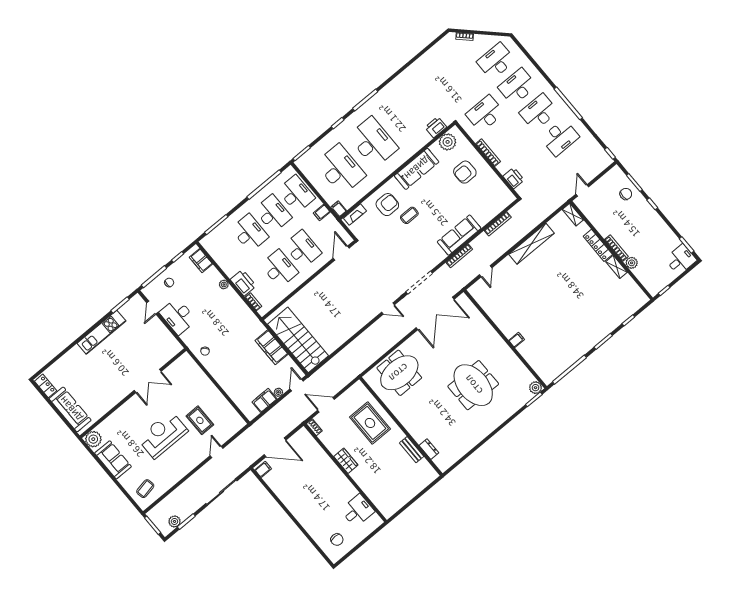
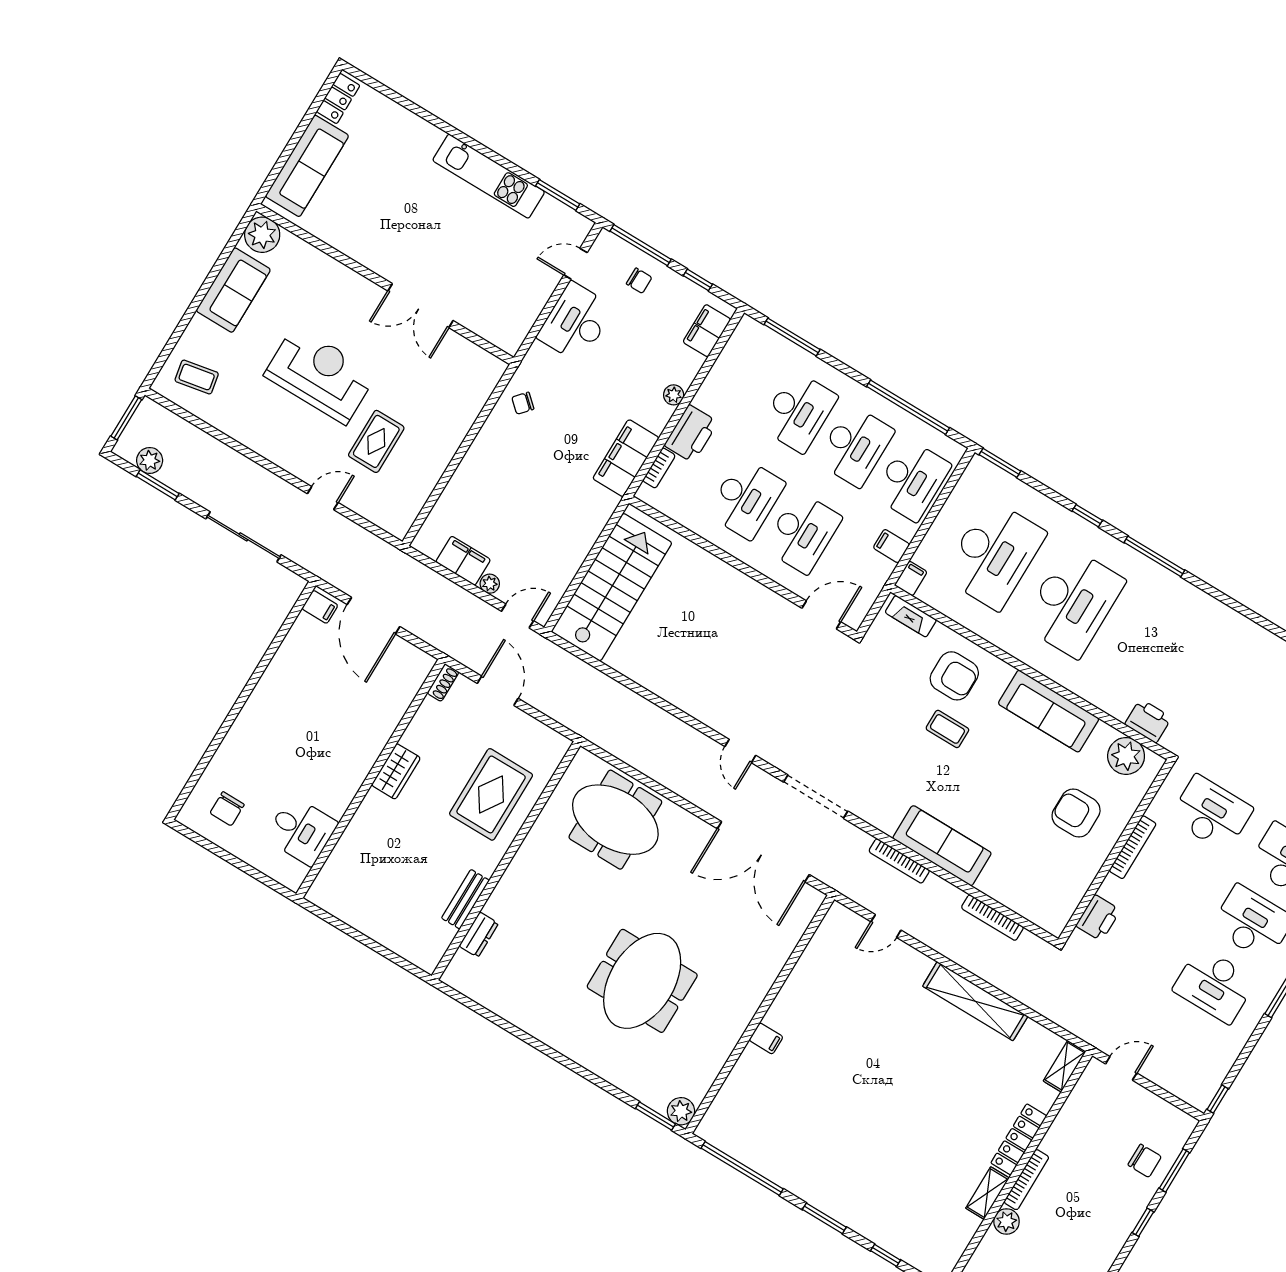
filing cabinet: (272, 347) -> (626, 458), moved

